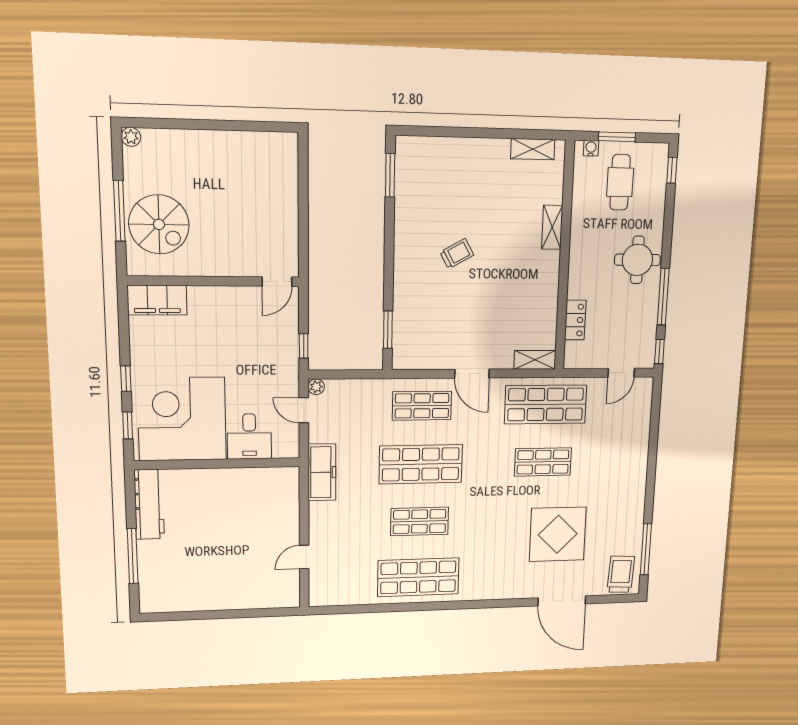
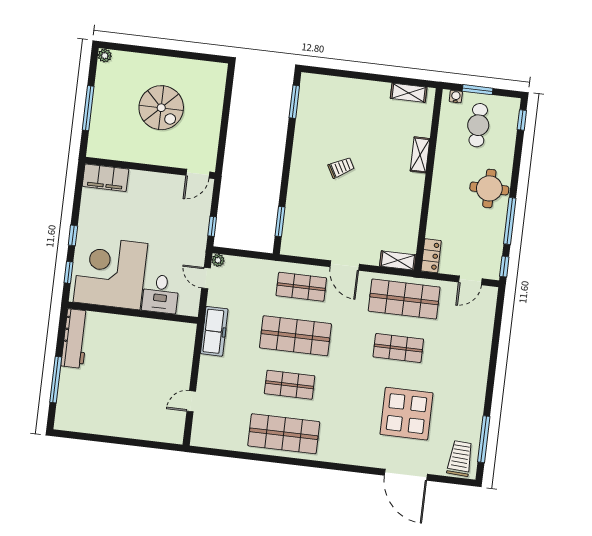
spiral stairs: (159, 224) -> (161, 108), moved
locker: (575, 320) -> (431, 256), moved

